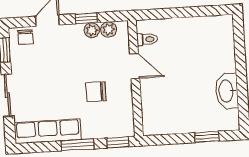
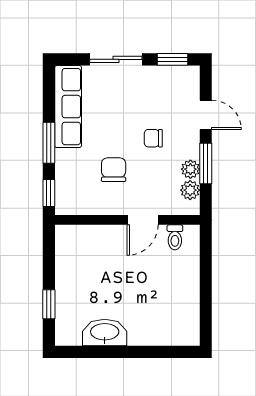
window: (86, 18) -> (206, 163), width x1.50
chair: (25, 37) -> (153, 138), moved

